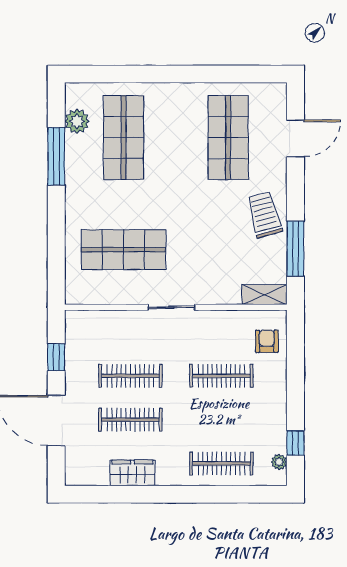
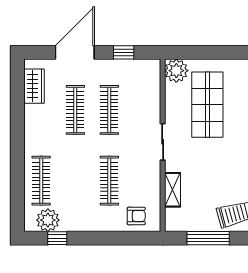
plant: (80, 290) -> (176, 71), added
shelving: (265, 295) -> (172, 190), moved
plant: (279, 462) -> (48, 220), width x1.88, depth x1.88
wardrobe: (132, 473) -> (34, 86), moved

